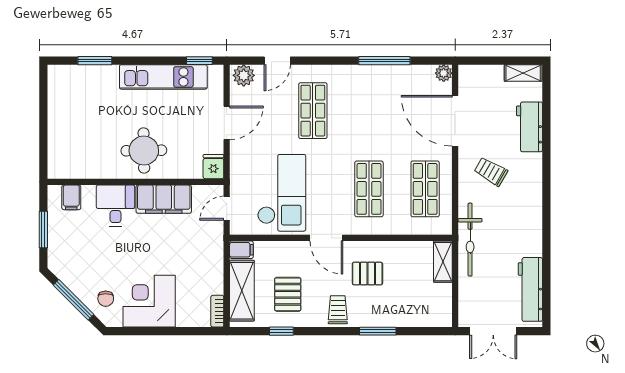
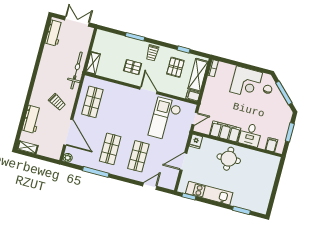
plant: (244, 75) -> (168, 183), removed
shop shelf: (369, 189) -> (110, 149), moved
workbench: (530, 289) -> (54, 33), width x0.73

